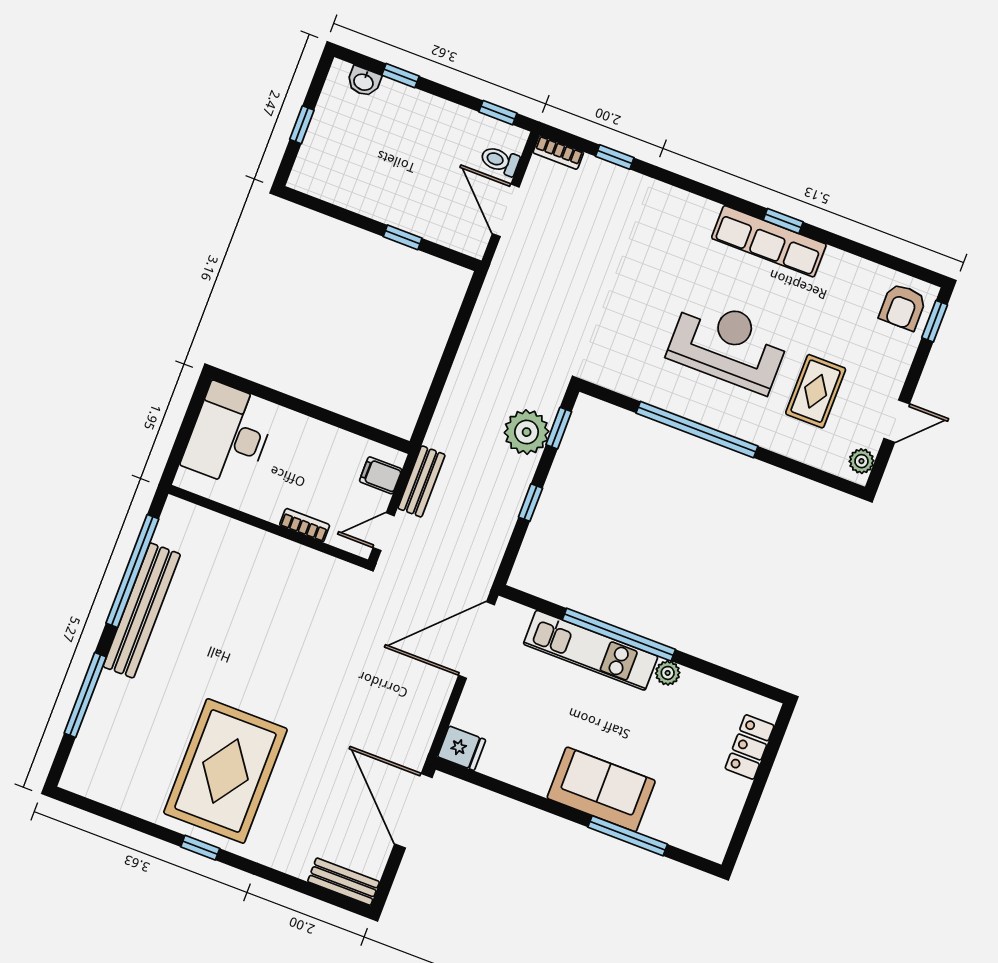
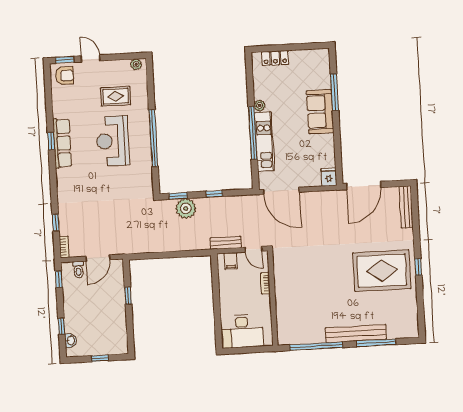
door: (897, 421) -> (91, 58), moved
bench: (142, 610) -> (356, 334), moved
bench: (344, 882) -> (406, 207), width x1.36

